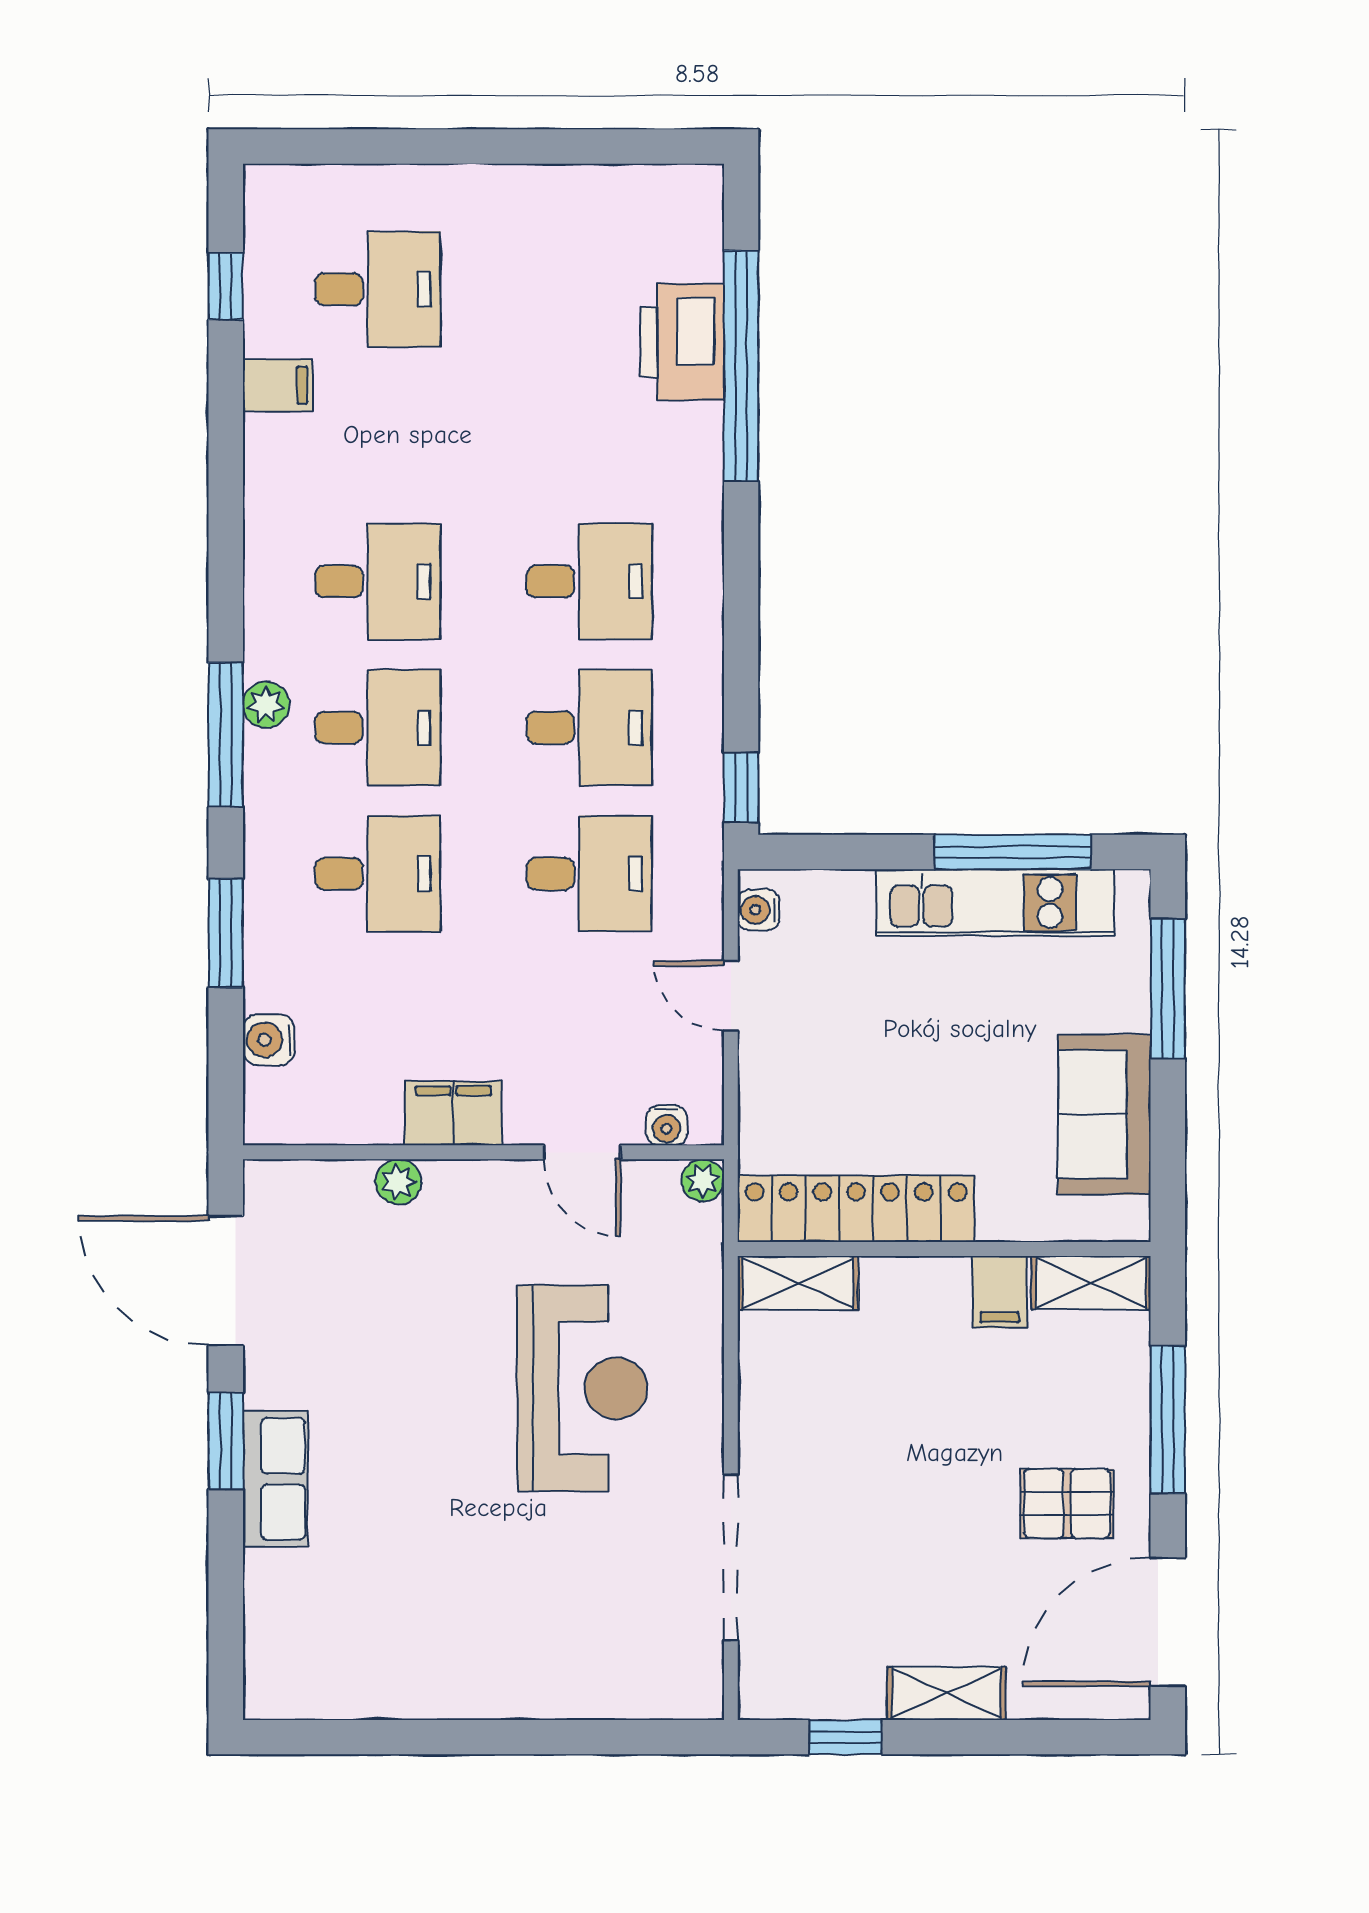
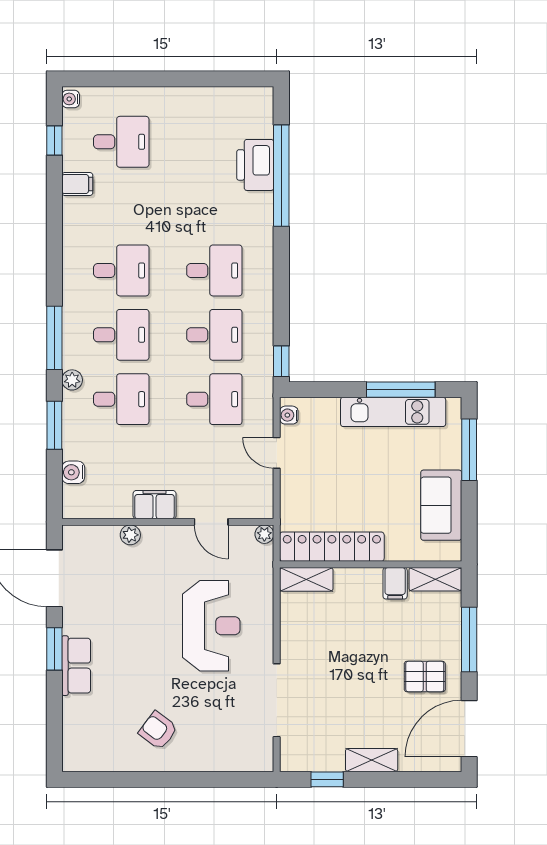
plant: (266, 705) -> (72, 380), moved
water cooler: (667, 1125) -> (71, 99), moved, turned 90
armchair: (461, 1626) -> (158, 731), added

